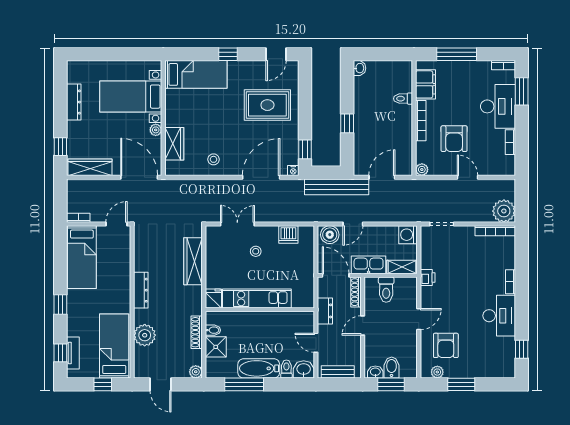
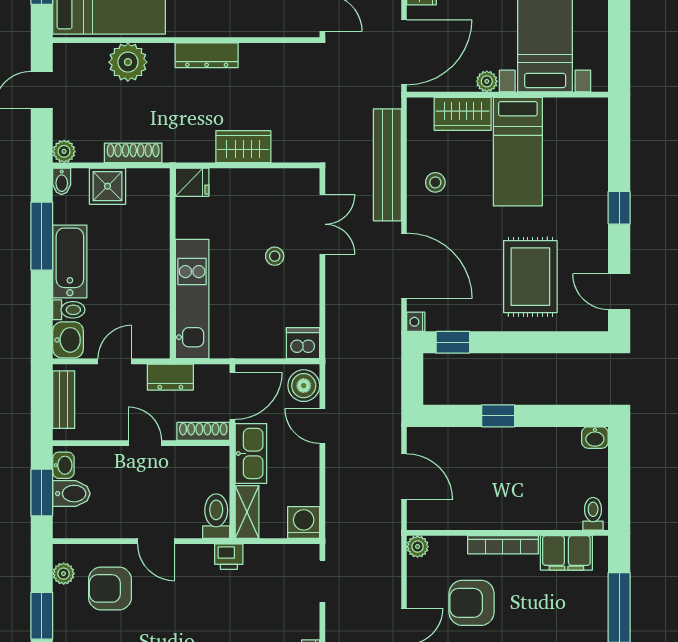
bed: (196, 74) -> (518, 152), moved
toilet: (403, 99) -> (593, 514), moved
bench: (337, 187) -> (387, 165), moved
dishwasher: (288, 234) -> (303, 343), moved, turned 90
wardrobe: (193, 261) -> (243, 147), width x0.67
toilet: (386, 290) -> (216, 516), moved, turned 90
kitchen unit: (257, 299) -> (192, 299), moved
bidet: (213, 330) -> (62, 181), moved

